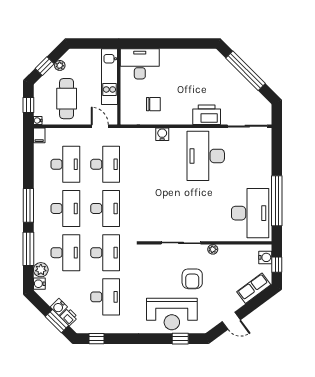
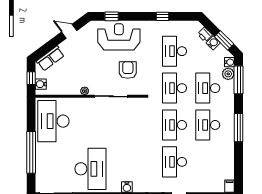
desk: (65, 164) -> (208, 162), removed
window: (277, 201) -> (31, 152), moved
window: (28, 249) -> (239, 80), moved
armchair: (192, 279) -> (128, 70), moved
window: (57, 321) -> (224, 40), moved
window: (97, 339) -> (162, 16), moved

